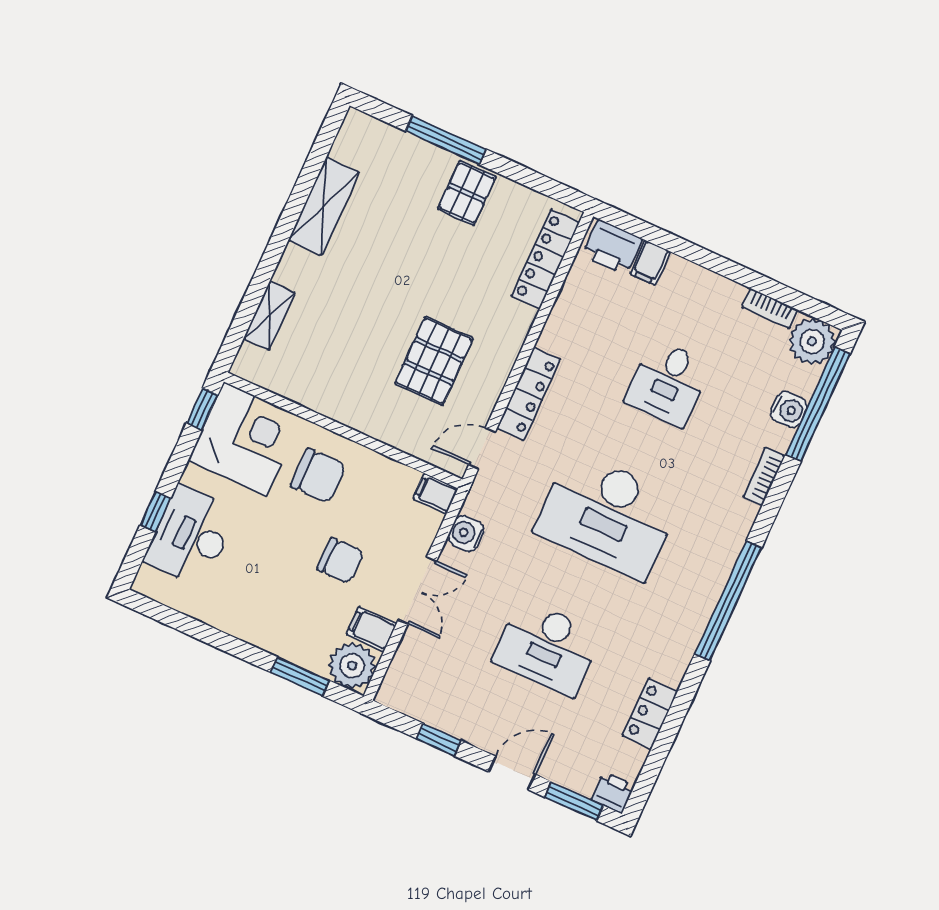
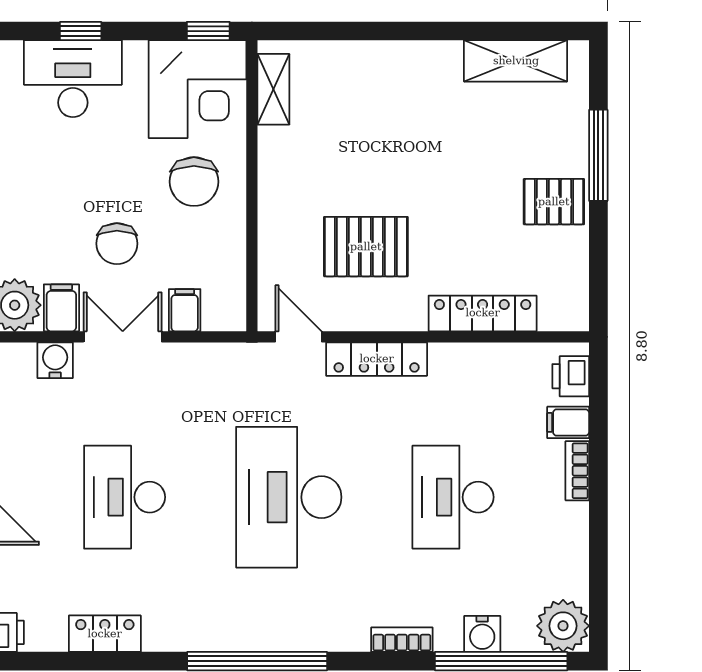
shelving: (324, 206) -> (516, 61), moved
printer: (612, 247) -> (571, 376), width x0.73, depth x0.81
locker: (545, 259) -> (483, 313), moved
bookcase: (770, 308) -> (577, 471), moved
shelving: (269, 316) -> (273, 89), moved, turned 90
desk: (668, 383) -> (453, 497), width x1.37
filing cabinet: (436, 493) -> (185, 310), moved
water cooler: (466, 533) -> (55, 360), moved
double door: (417, 590) -> (123, 337), swing flipped

